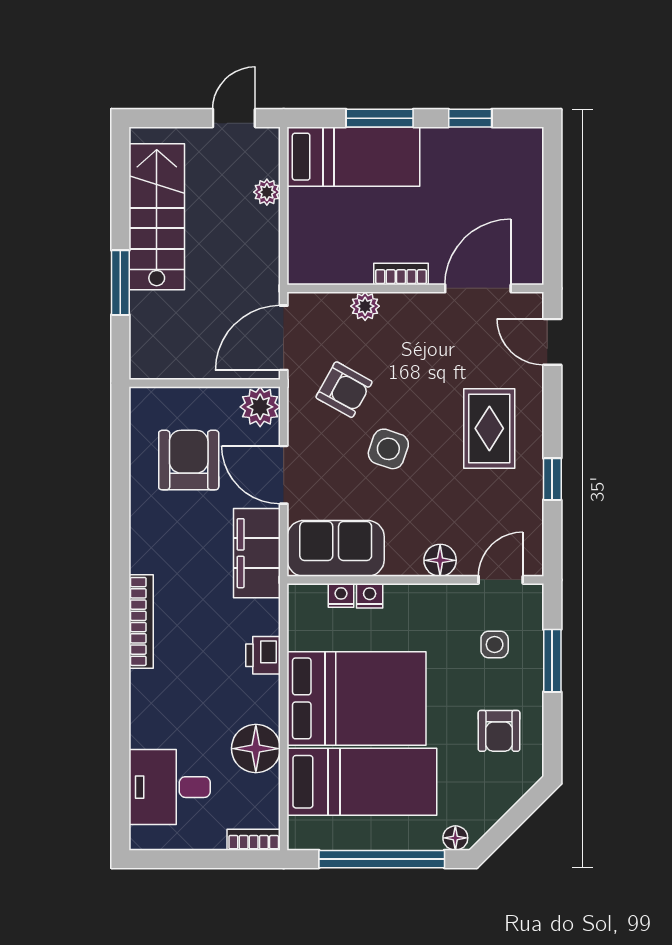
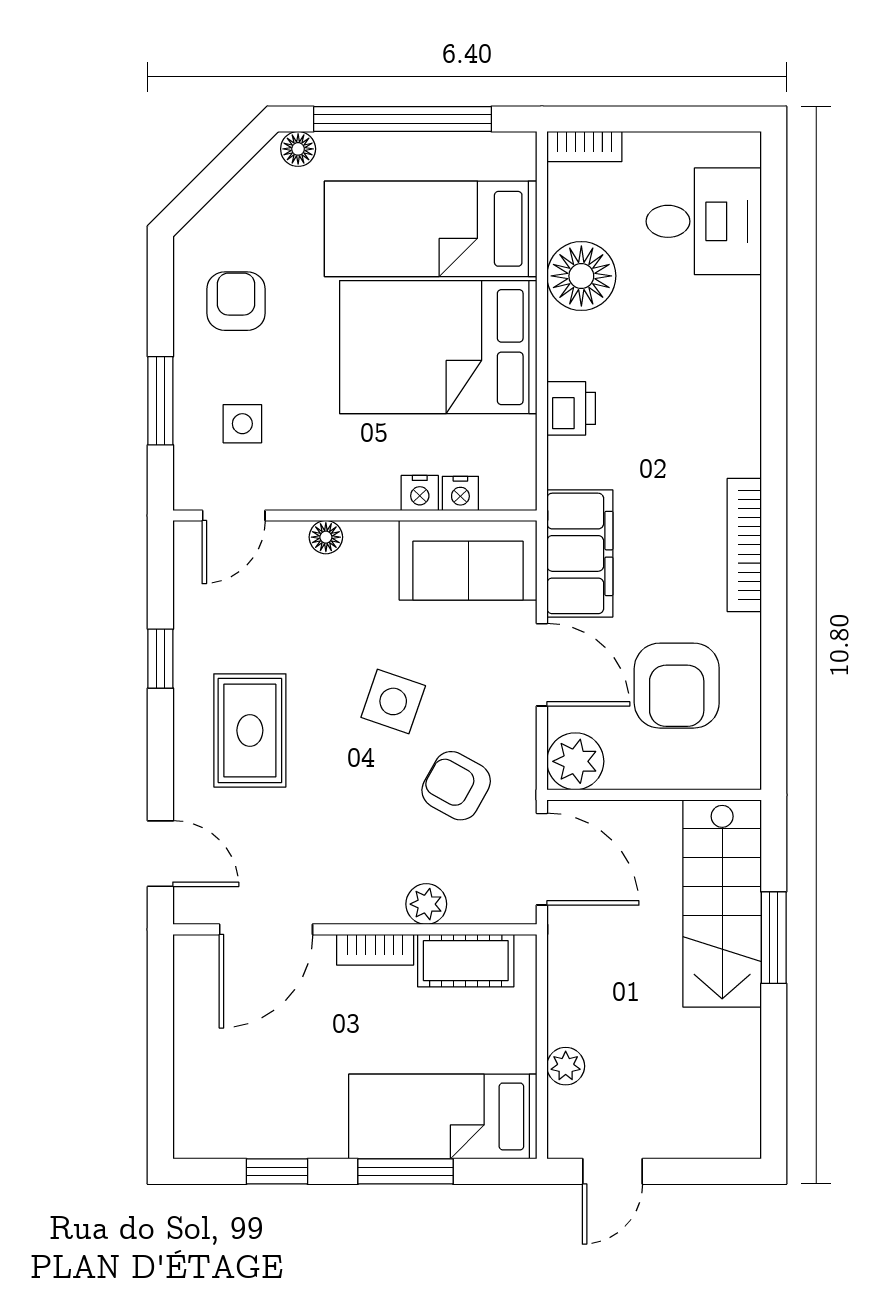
stairs: (157, 217) -> (722, 904), moved
cot: (337, 266) -> (466, 961), added
door: (284, 338) -> (542, 859), hinge flipped
floor lamp: (440, 560) -> (326, 537), width x0.73, depth x0.73
bookcase: (141, 621) -> (744, 545), moved

